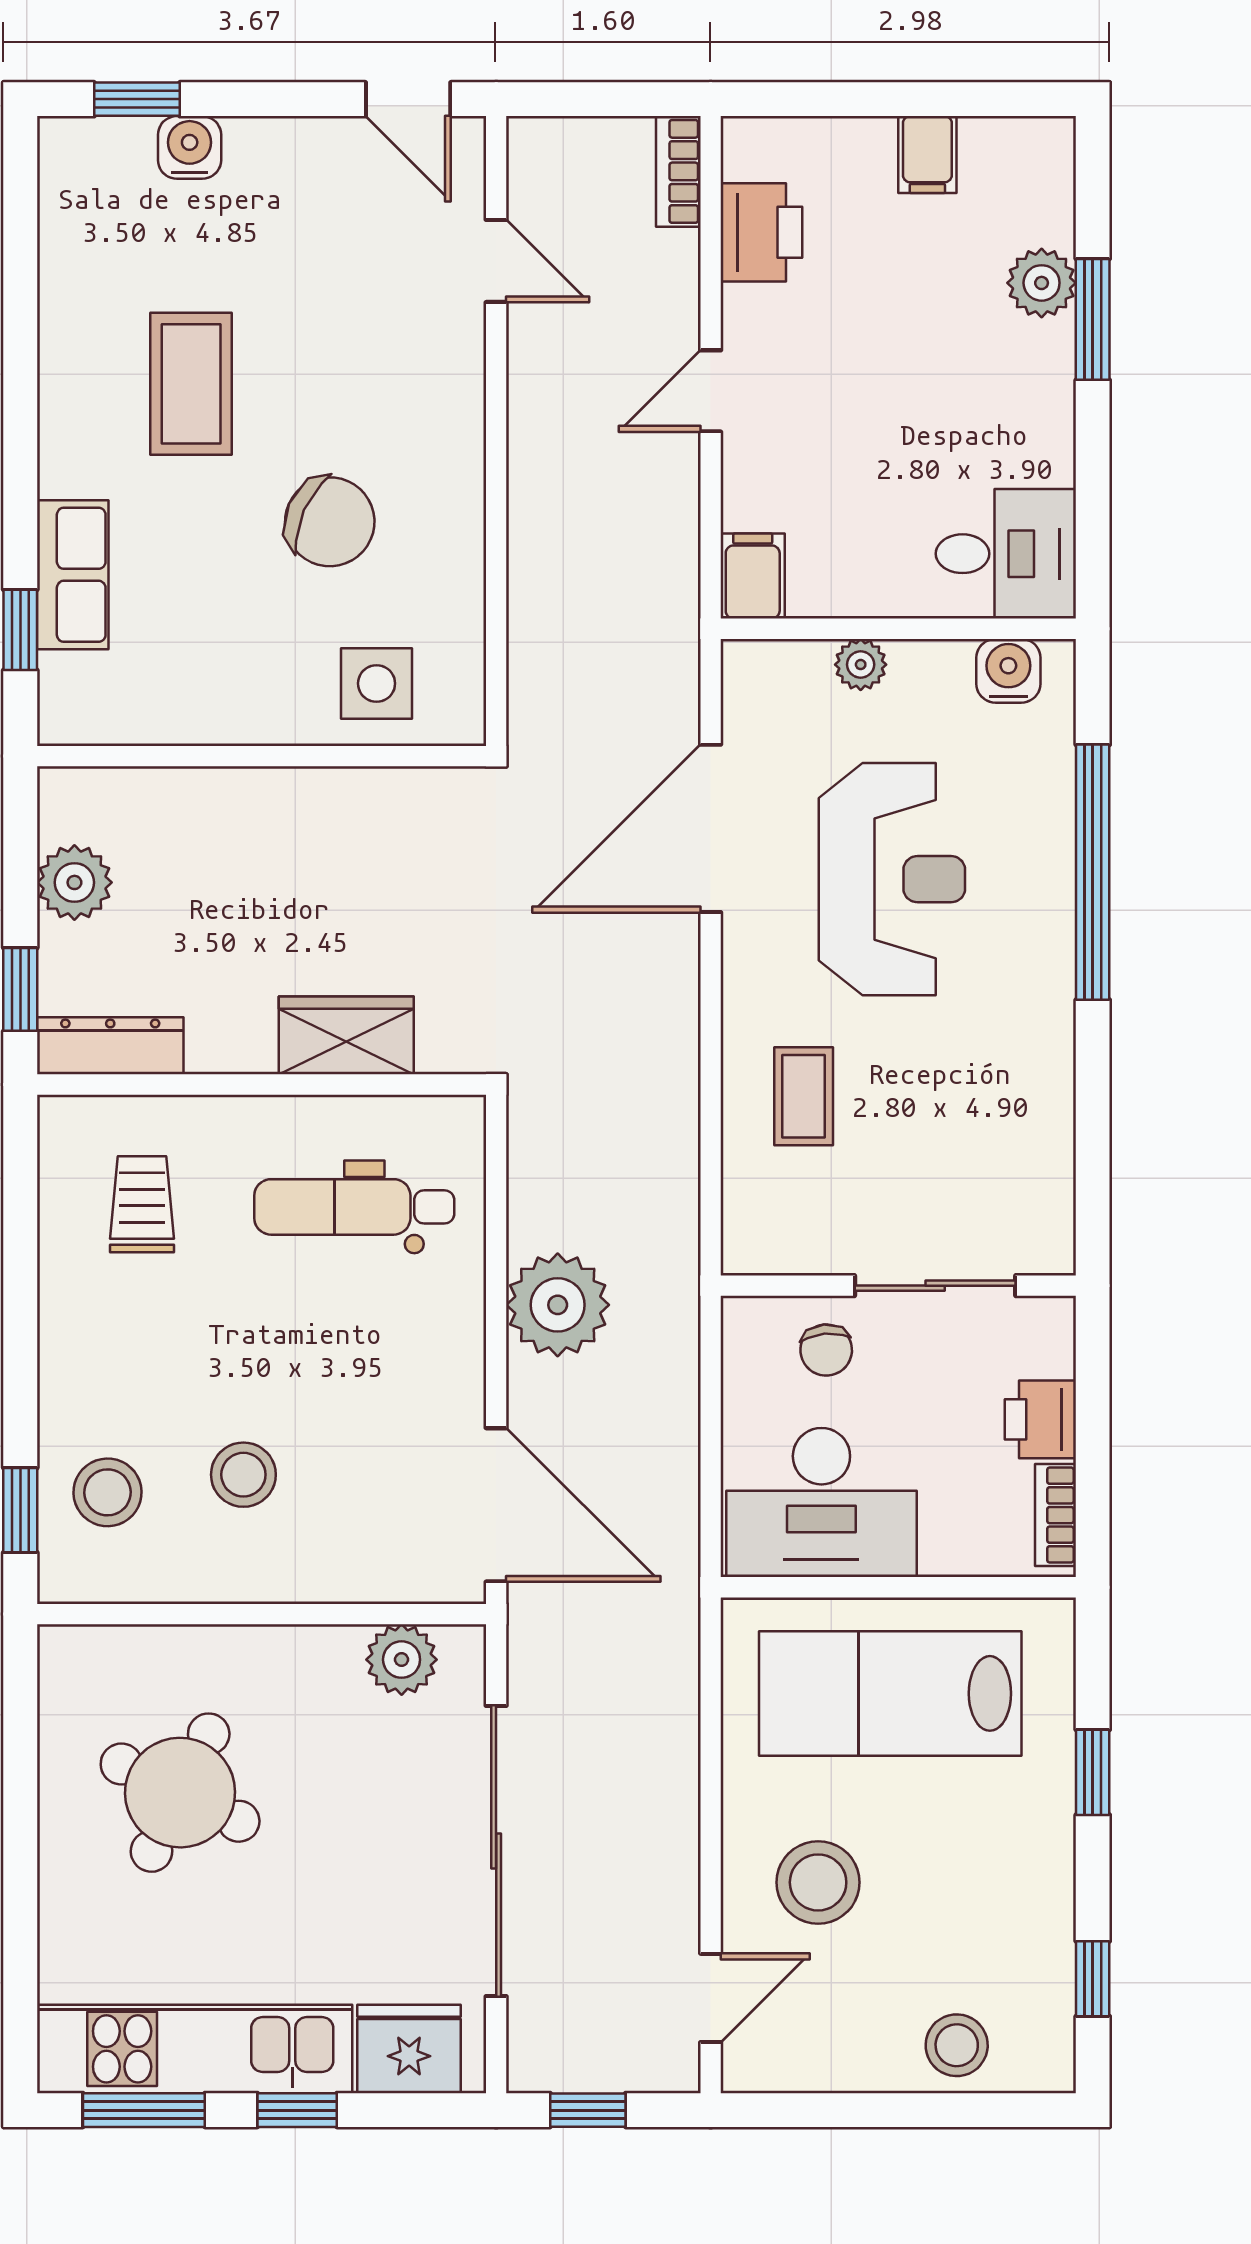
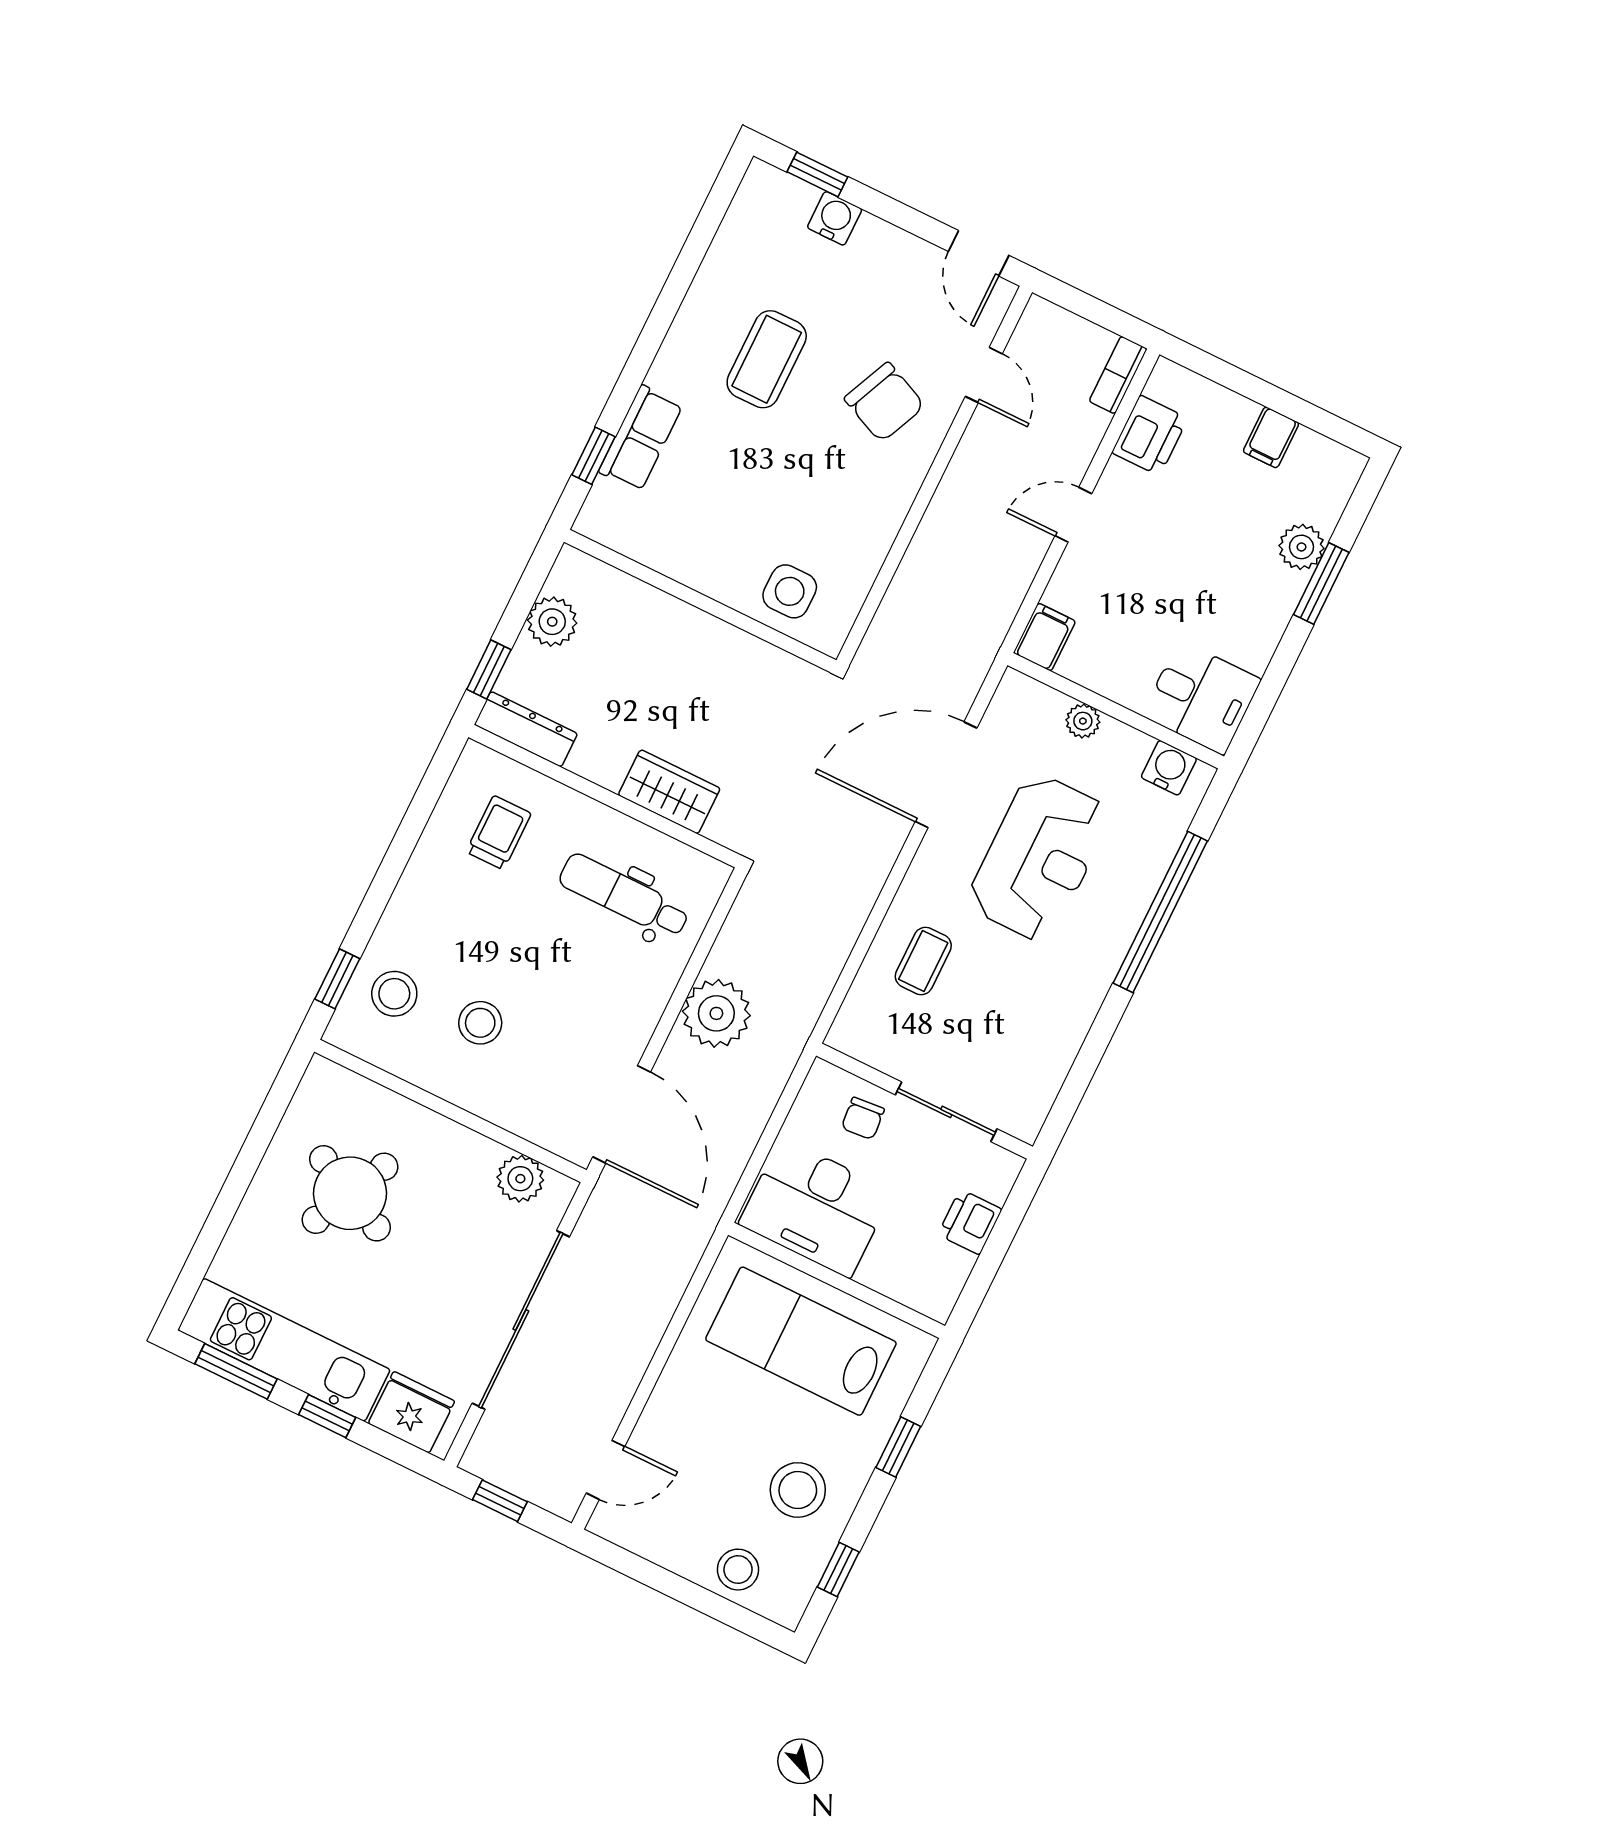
chair: (330, 522) -> (885, 402), moved
bookcase: (1055, 1515) -> (951, 1283), removed
stool: (818, 1882) -> (798, 1490), moved

